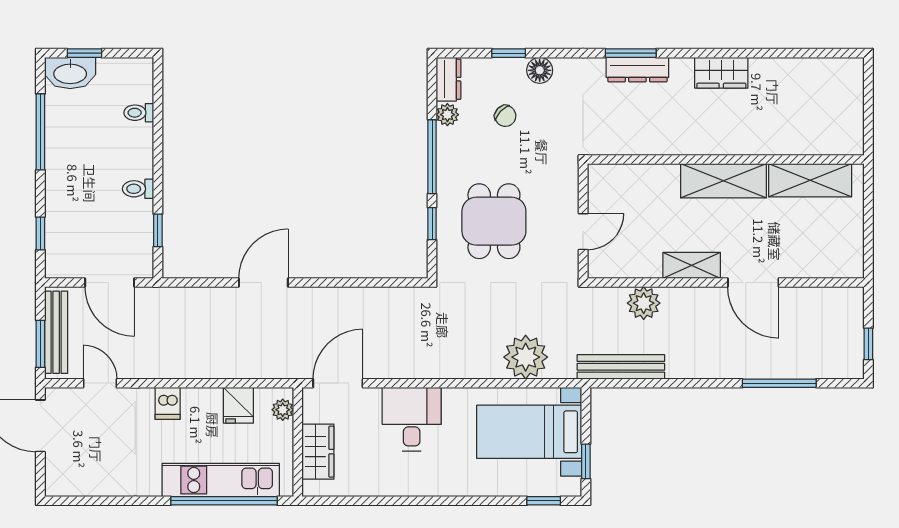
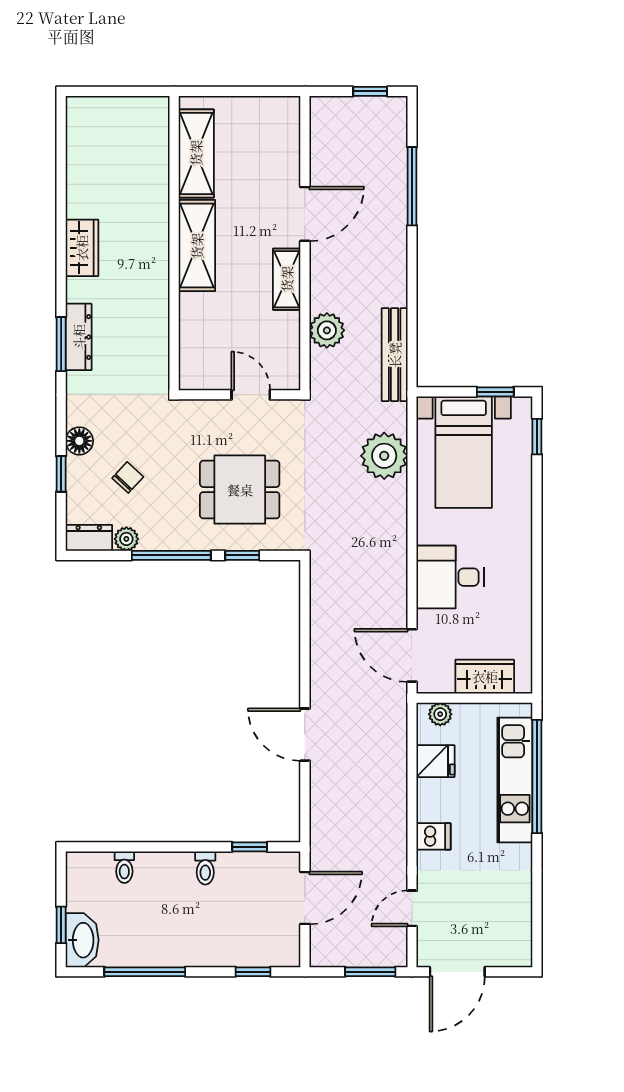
bench: (56, 332) -> (358, 955), removed

